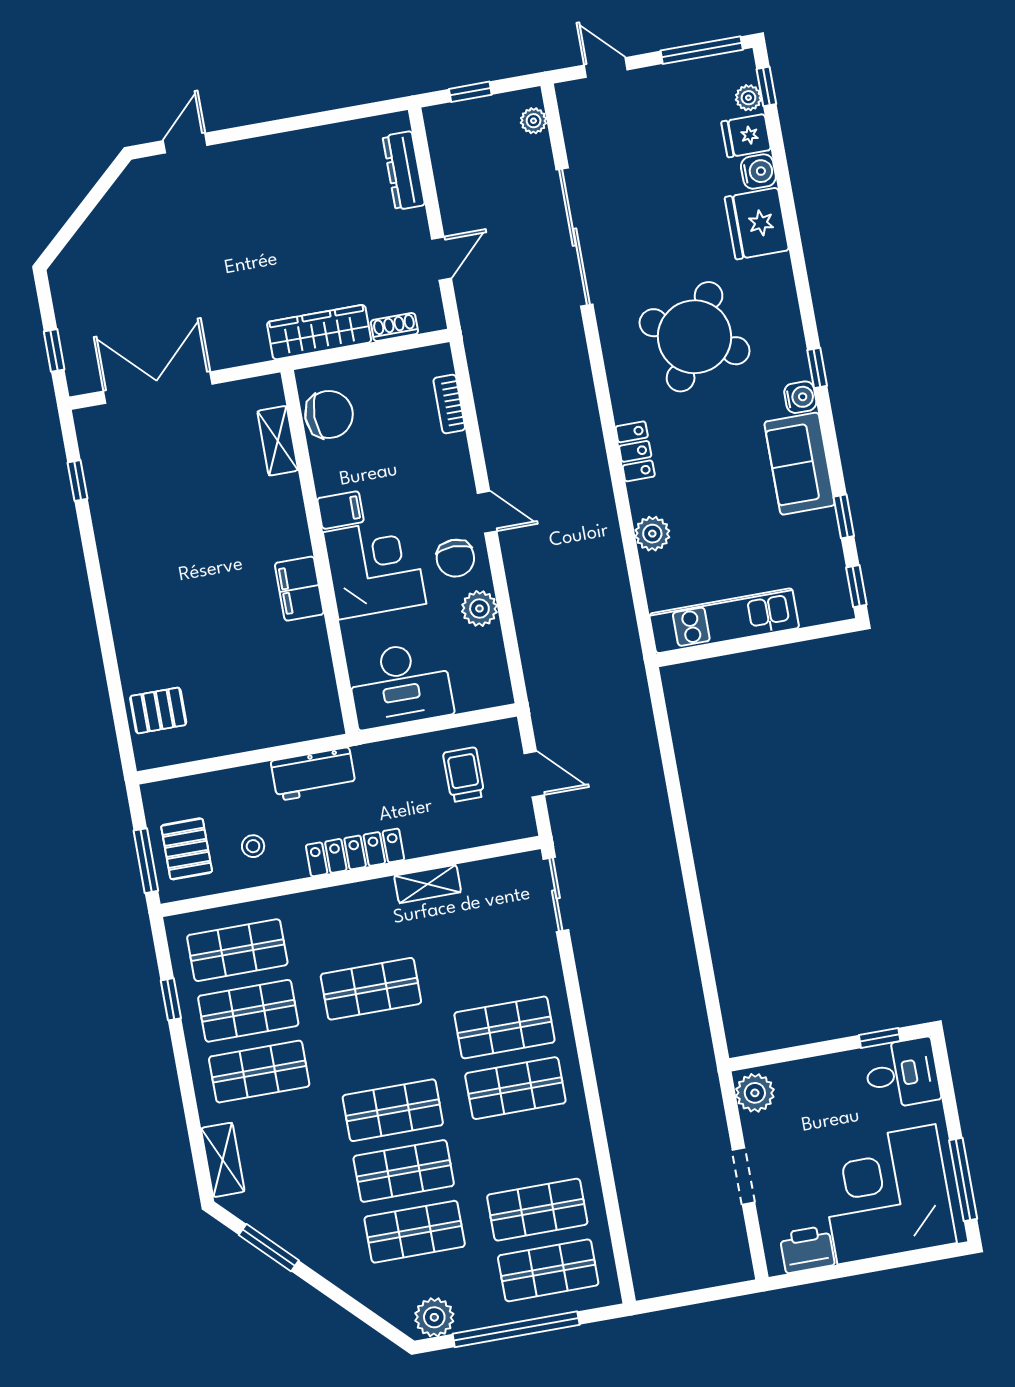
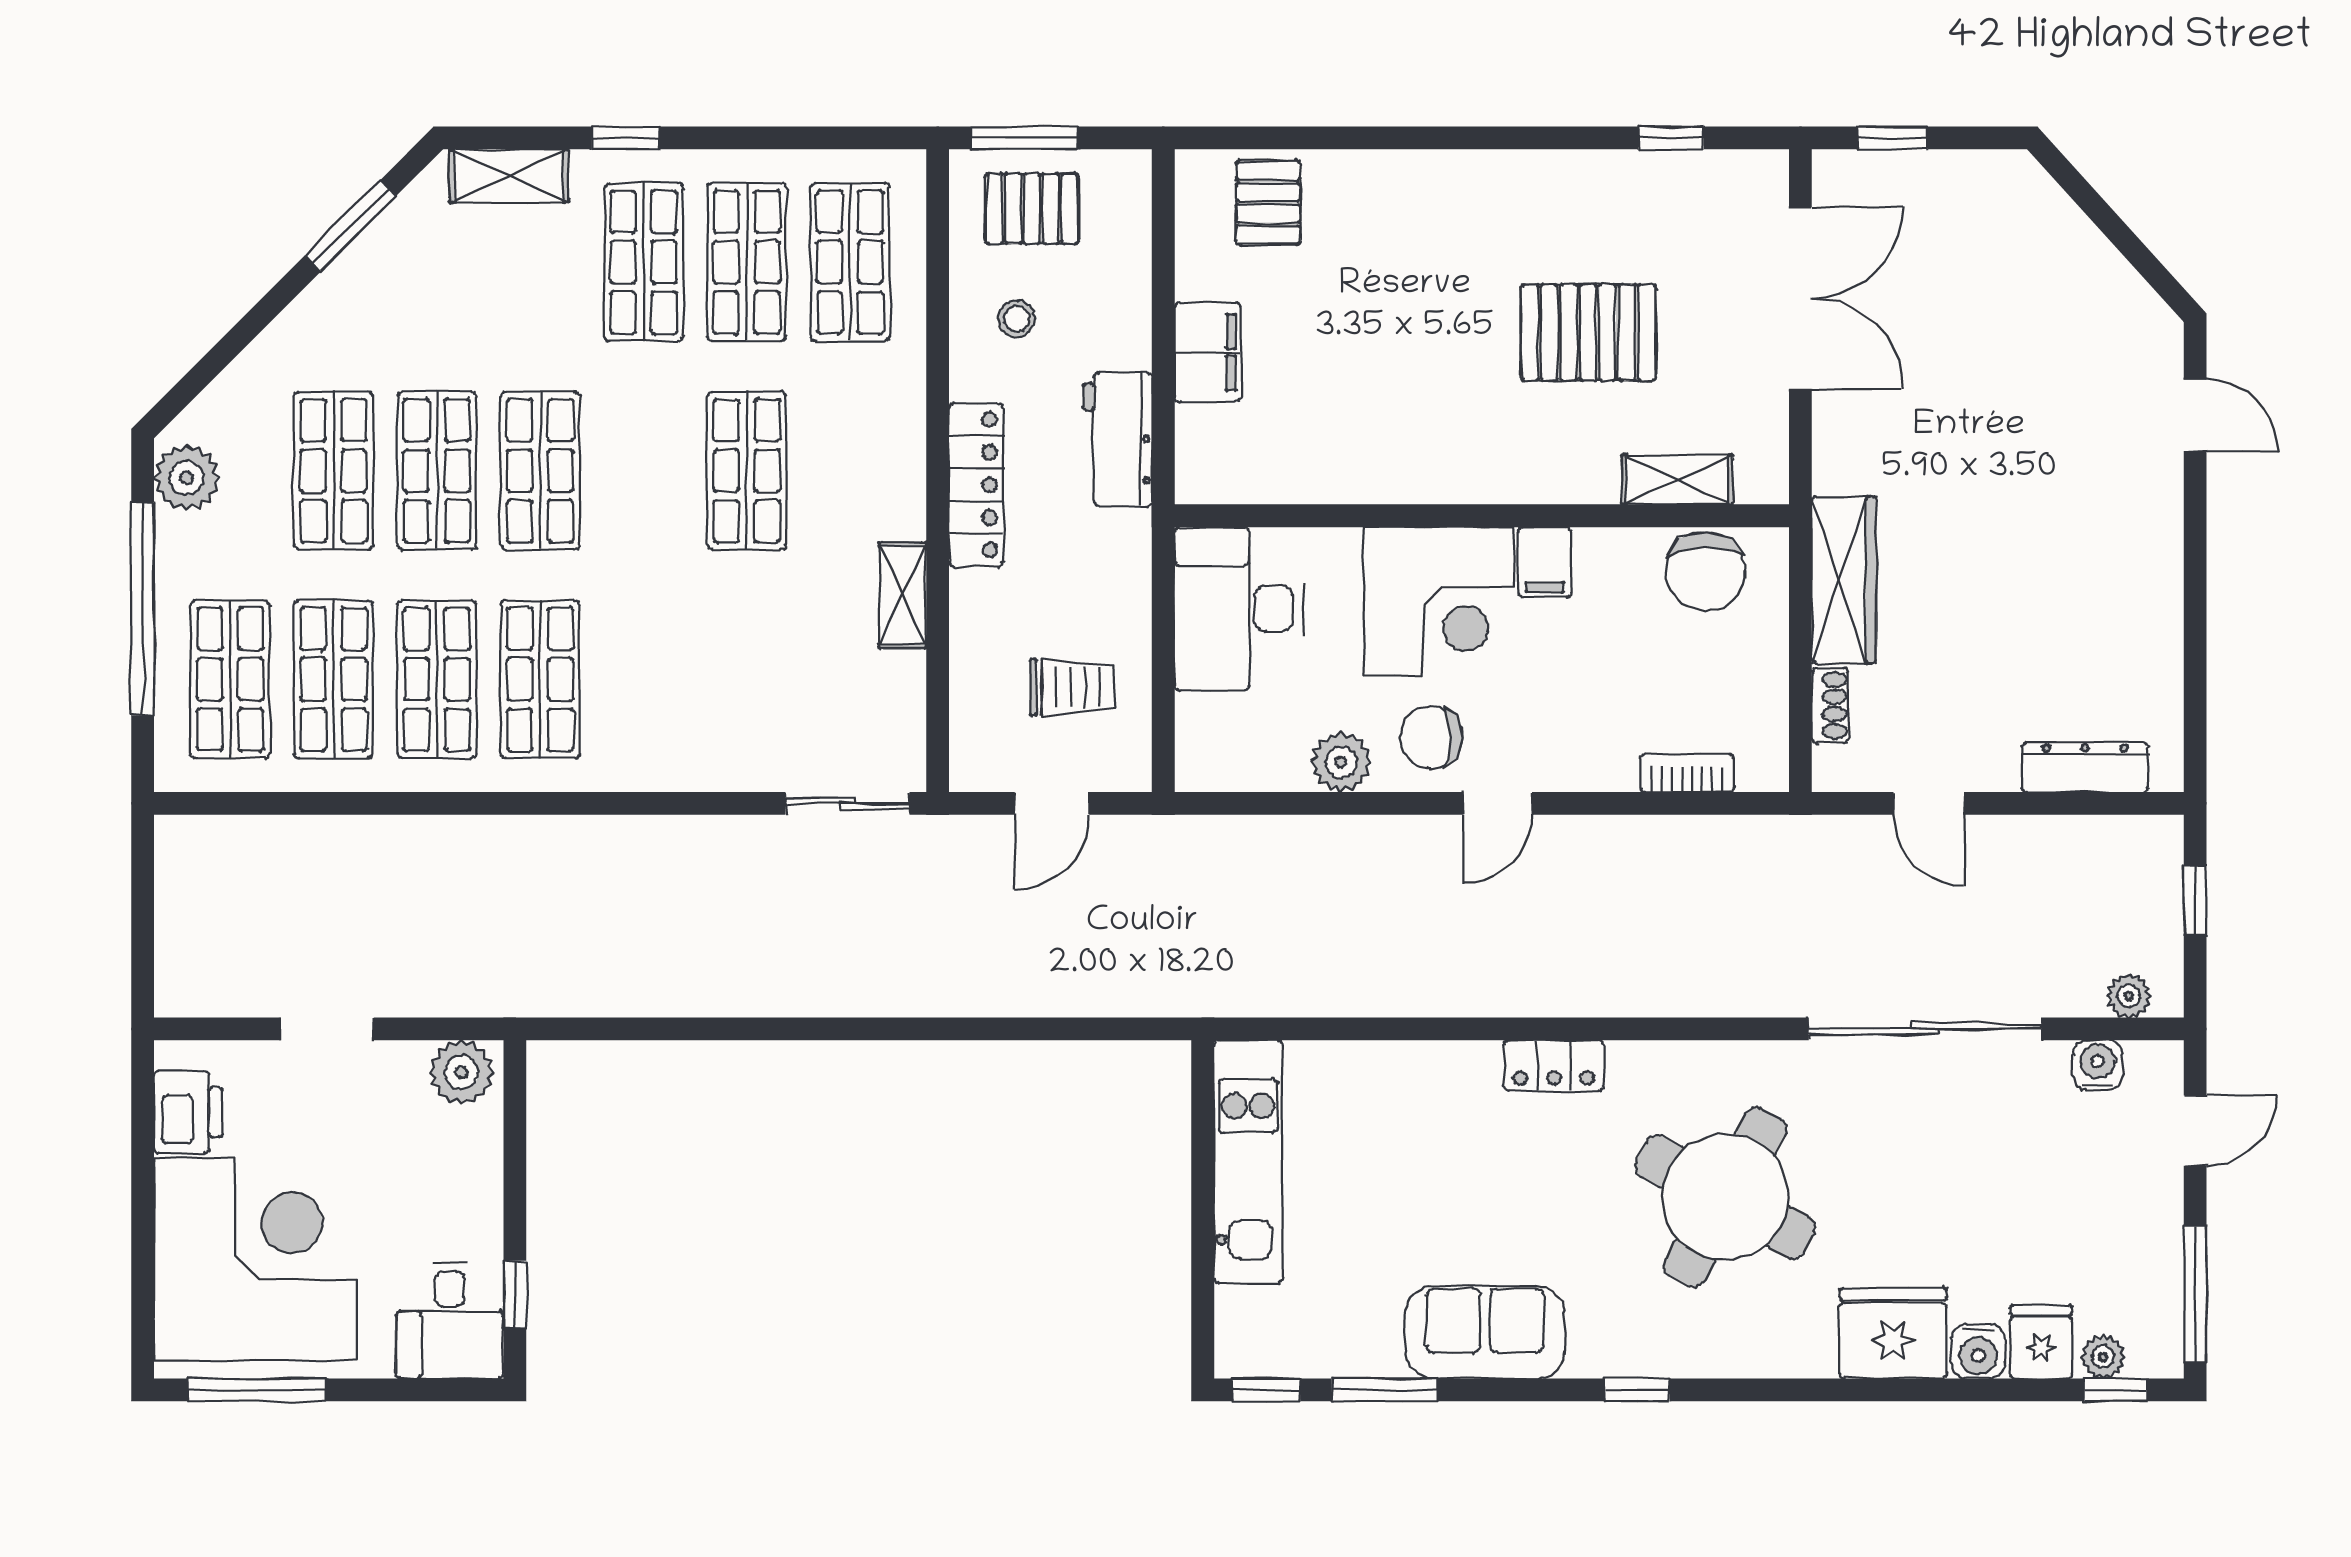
water cooler: (800, 397) -> (2098, 1065), moved, turned 180
pallet: (201, 509) -> (1588, 332), added
window: (844, 516) -> (1385, 1390), width x1.50
plant: (652, 534) -> (1413, 1069), removed
filing cabinet: (299, 589) -> (1208, 352), moved, turned 90
window: (171, 999) -> (626, 138), moved
shop shelf: (504, 1027) -> (437, 679), moved

